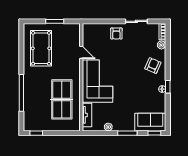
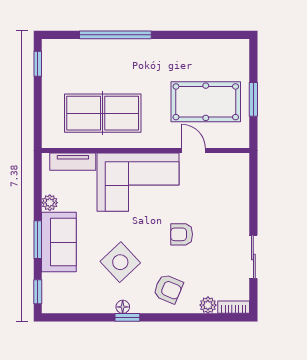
armchair: (116, 33) -> (182, 234), moved
pool table: (41, 48) -> (206, 102), moved
door: (81, 52) -> (193, 151), swing flipped
side table: (139, 90) -> (120, 262), added
sofa: (150, 122) -> (59, 242), moved

